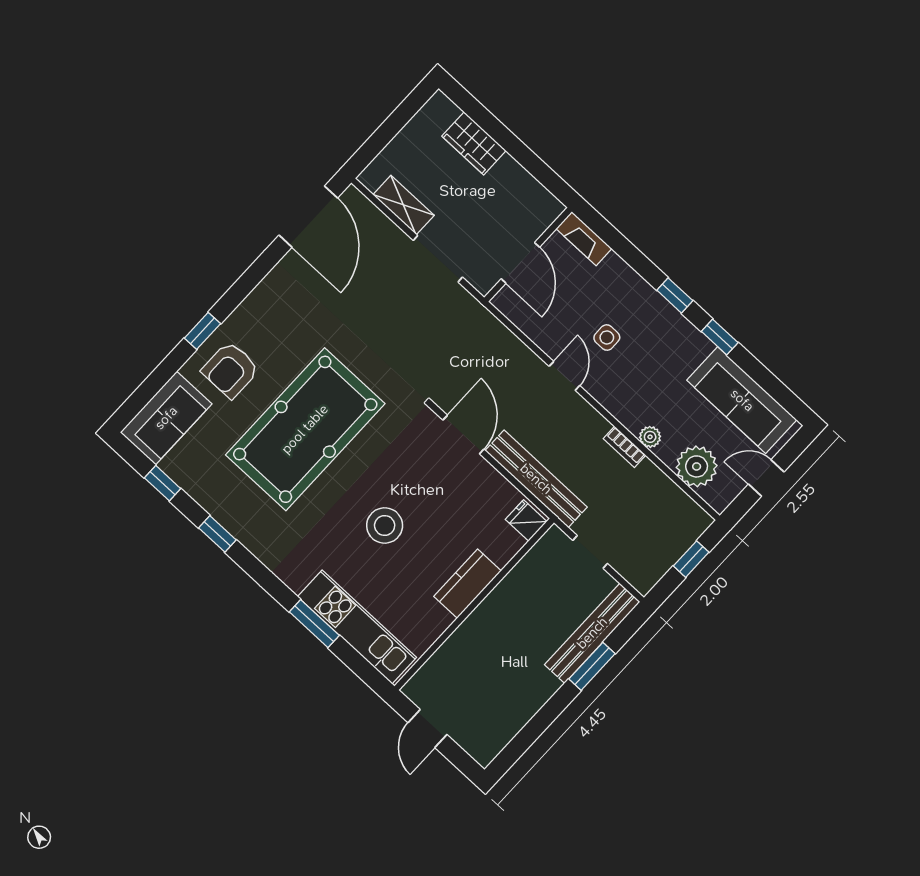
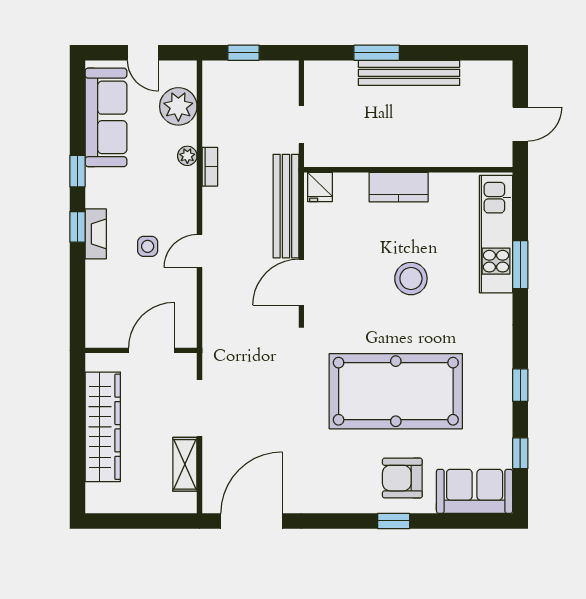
wardrobe: (474, 143) -> (103, 427), width x2.10, depth x1.17
fireplace: (584, 239) -> (96, 234), moved
armchair: (230, 370) -> (402, 478), turned 180
bench: (592, 633) -> (409, 73), moved

